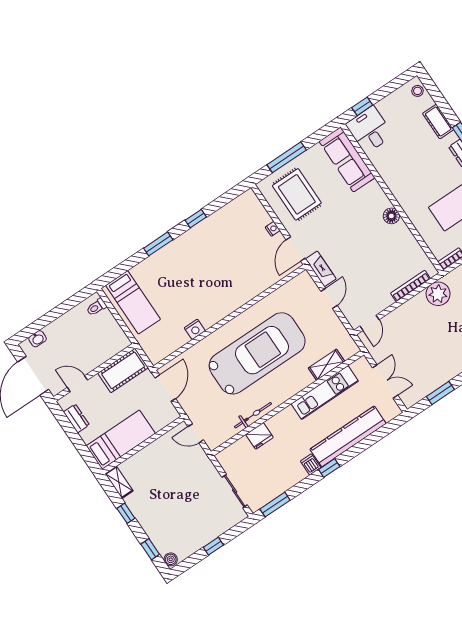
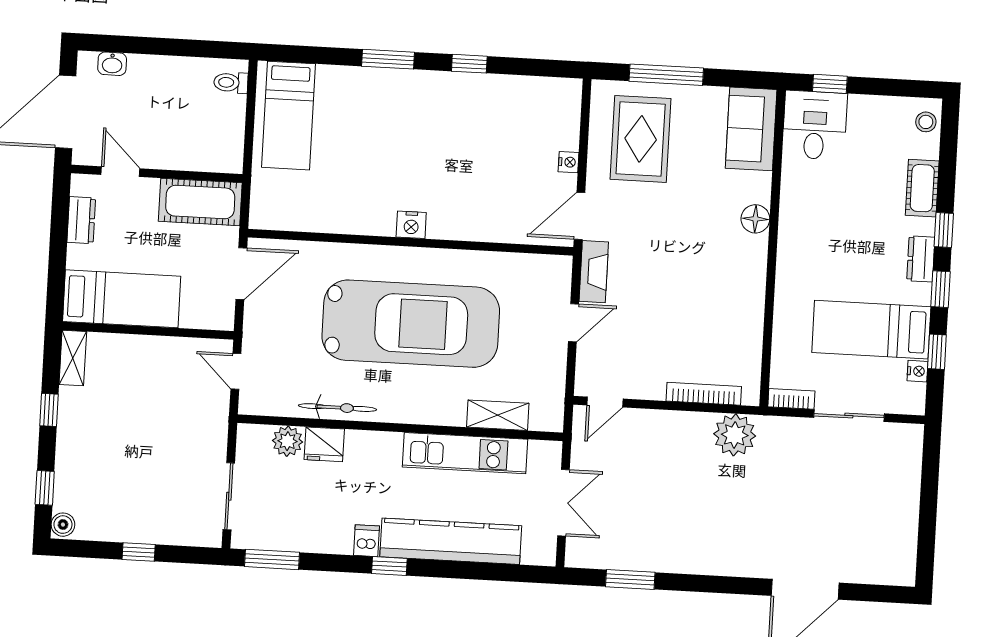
sofa: (347, 160) -> (751, 129), width x0.73
floor lamp: (391, 216) -> (755, 219), moved
nightstand: (195, 329) -> (411, 225), moved
plant: (242, 447) -> (288, 441), added

